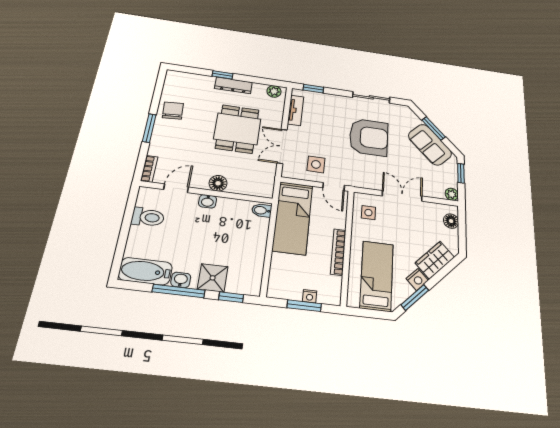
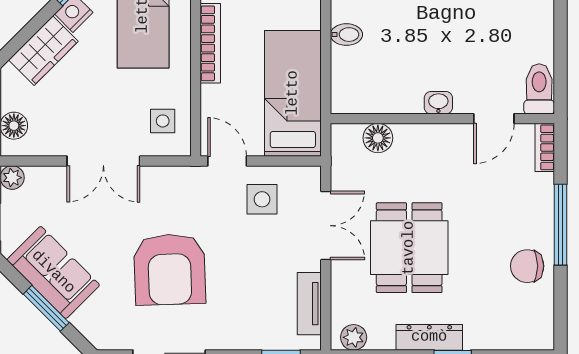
chair: (173, 111) -> (527, 266), turned 94
window: (149, 128) -> (560, 225), width x1.44
armchair: (369, 137) -> (170, 269), turned -92
floor lamp: (218, 183) -> (378, 138), moved
bidet: (262, 210) -> (346, 35), moved
toilet: (148, 217) -> (539, 89), moved, turned 90

